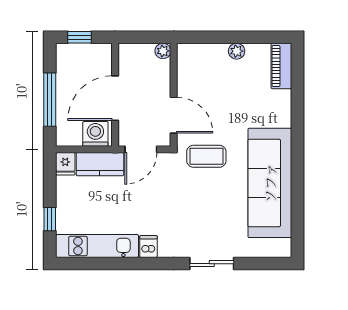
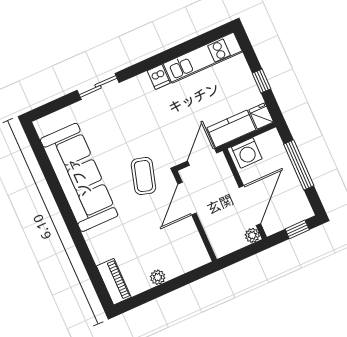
plant: (163, 51) -> (252, 235), moved
door: (115, 98) -> (250, 205), moved
door: (174, 115) -> (187, 199), hinge flipped
coffee table: (206, 156) -> (143, 176), turned -74
window: (50, 219) -> (261, 81), moved

